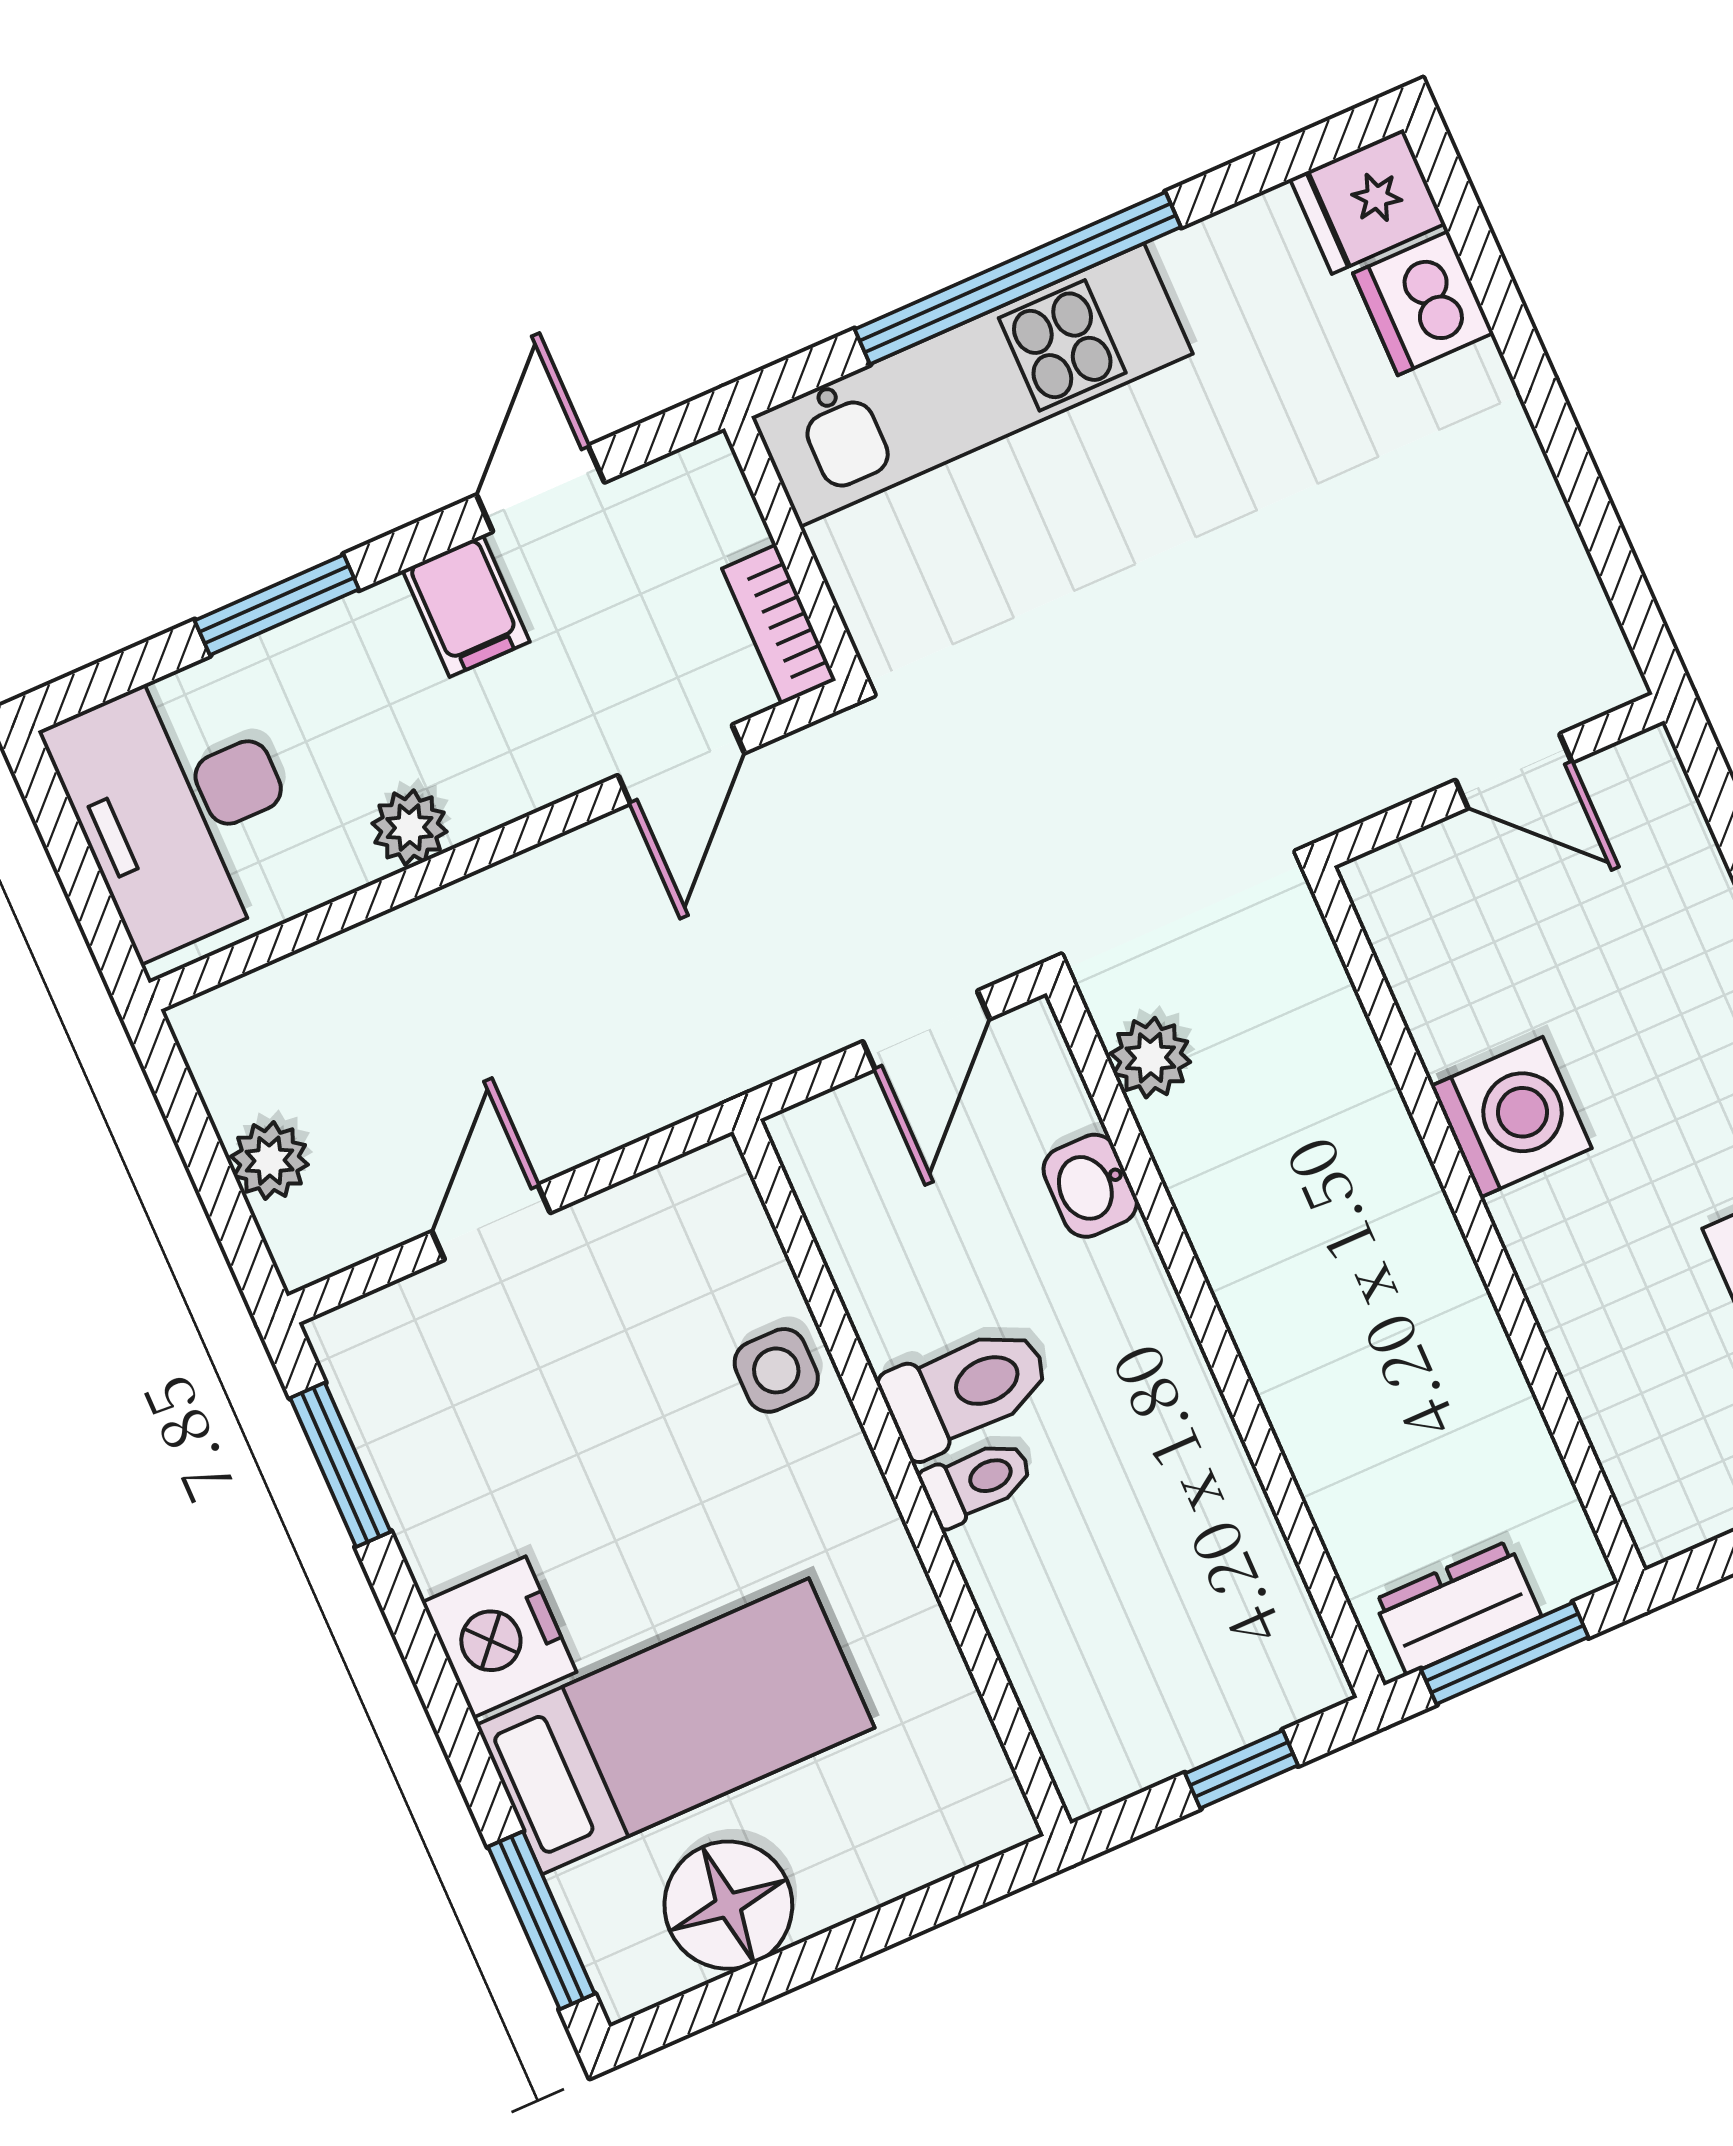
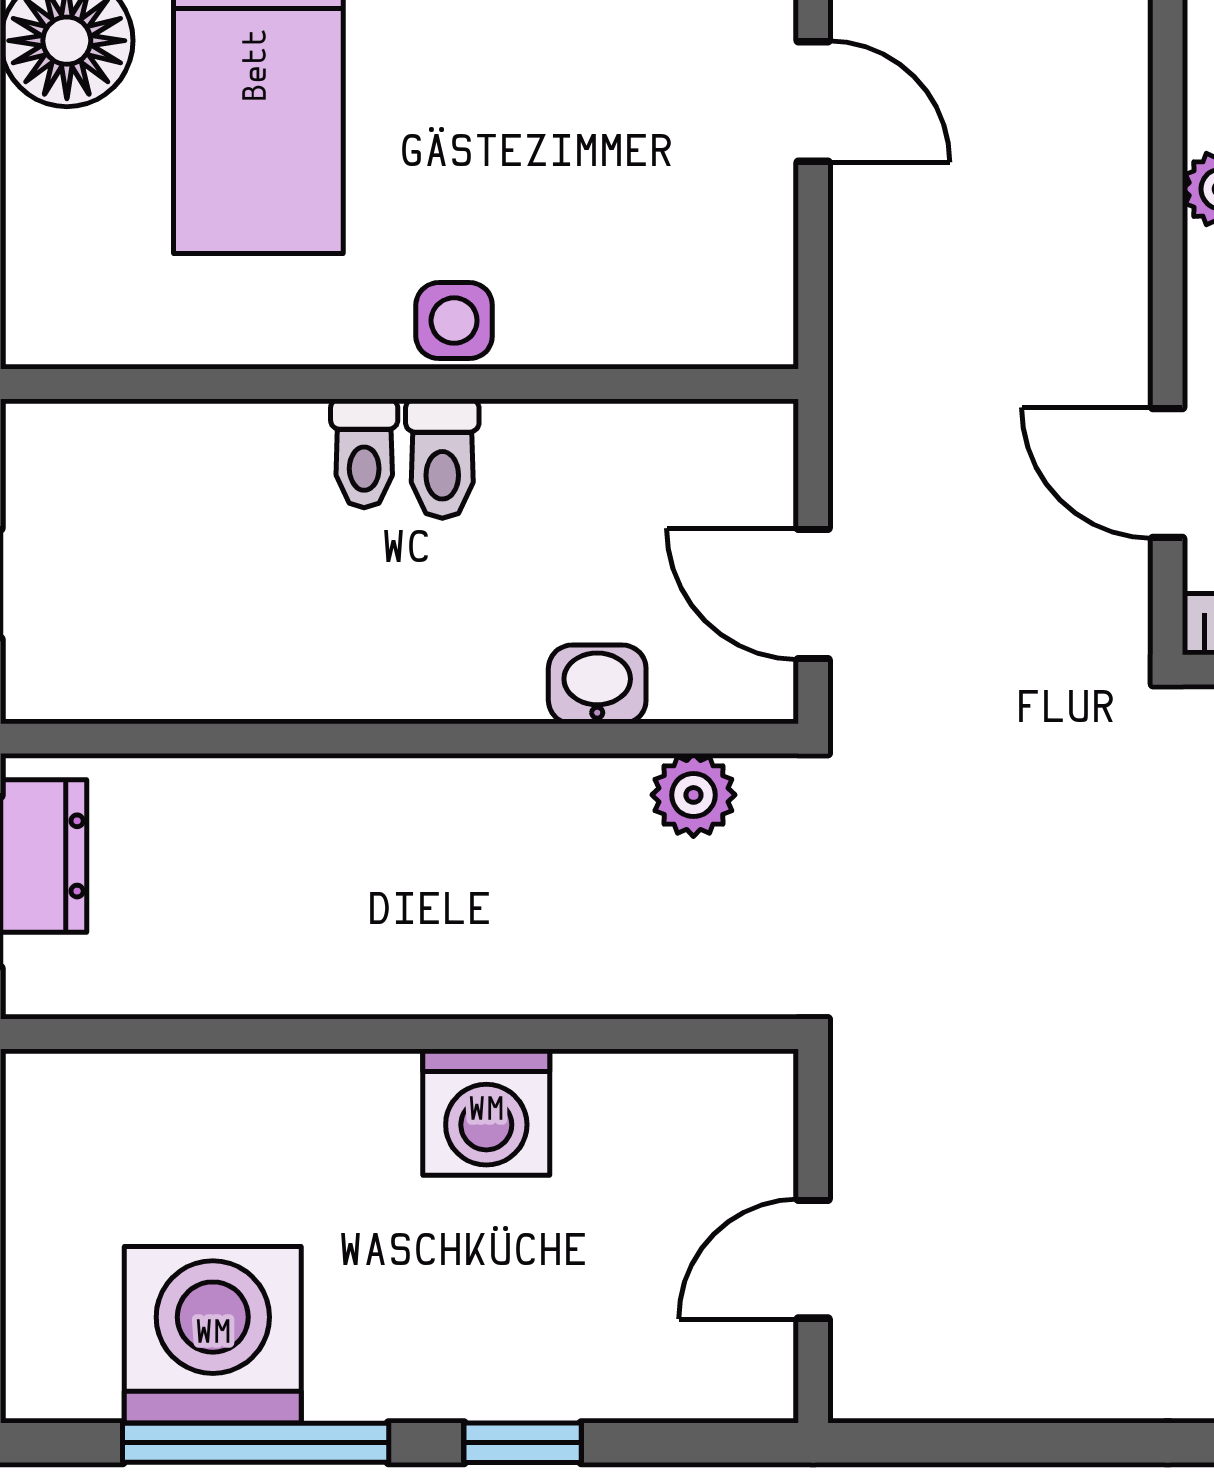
side table: (776, 1370) -> (454, 321), moved
toilet: (966, 1390) -> (442, 459), width x0.73, depth x0.72

